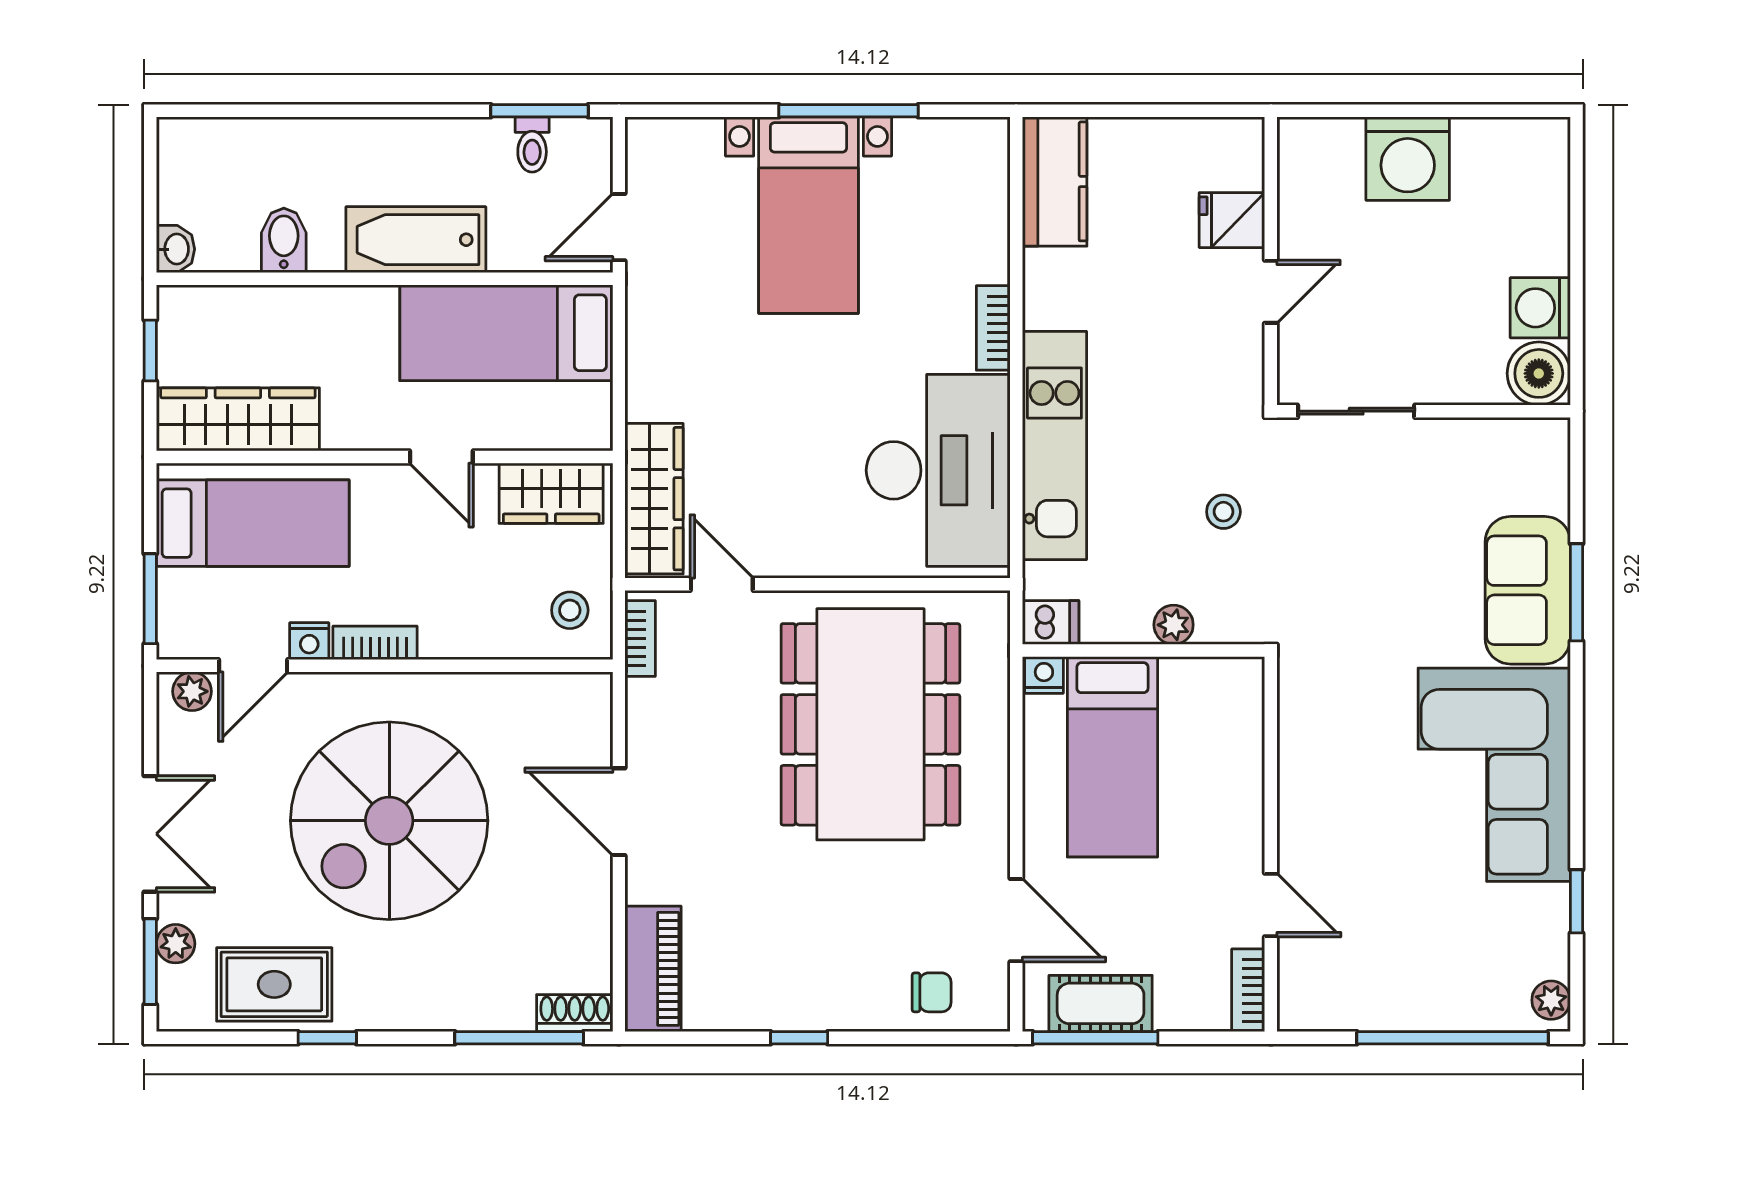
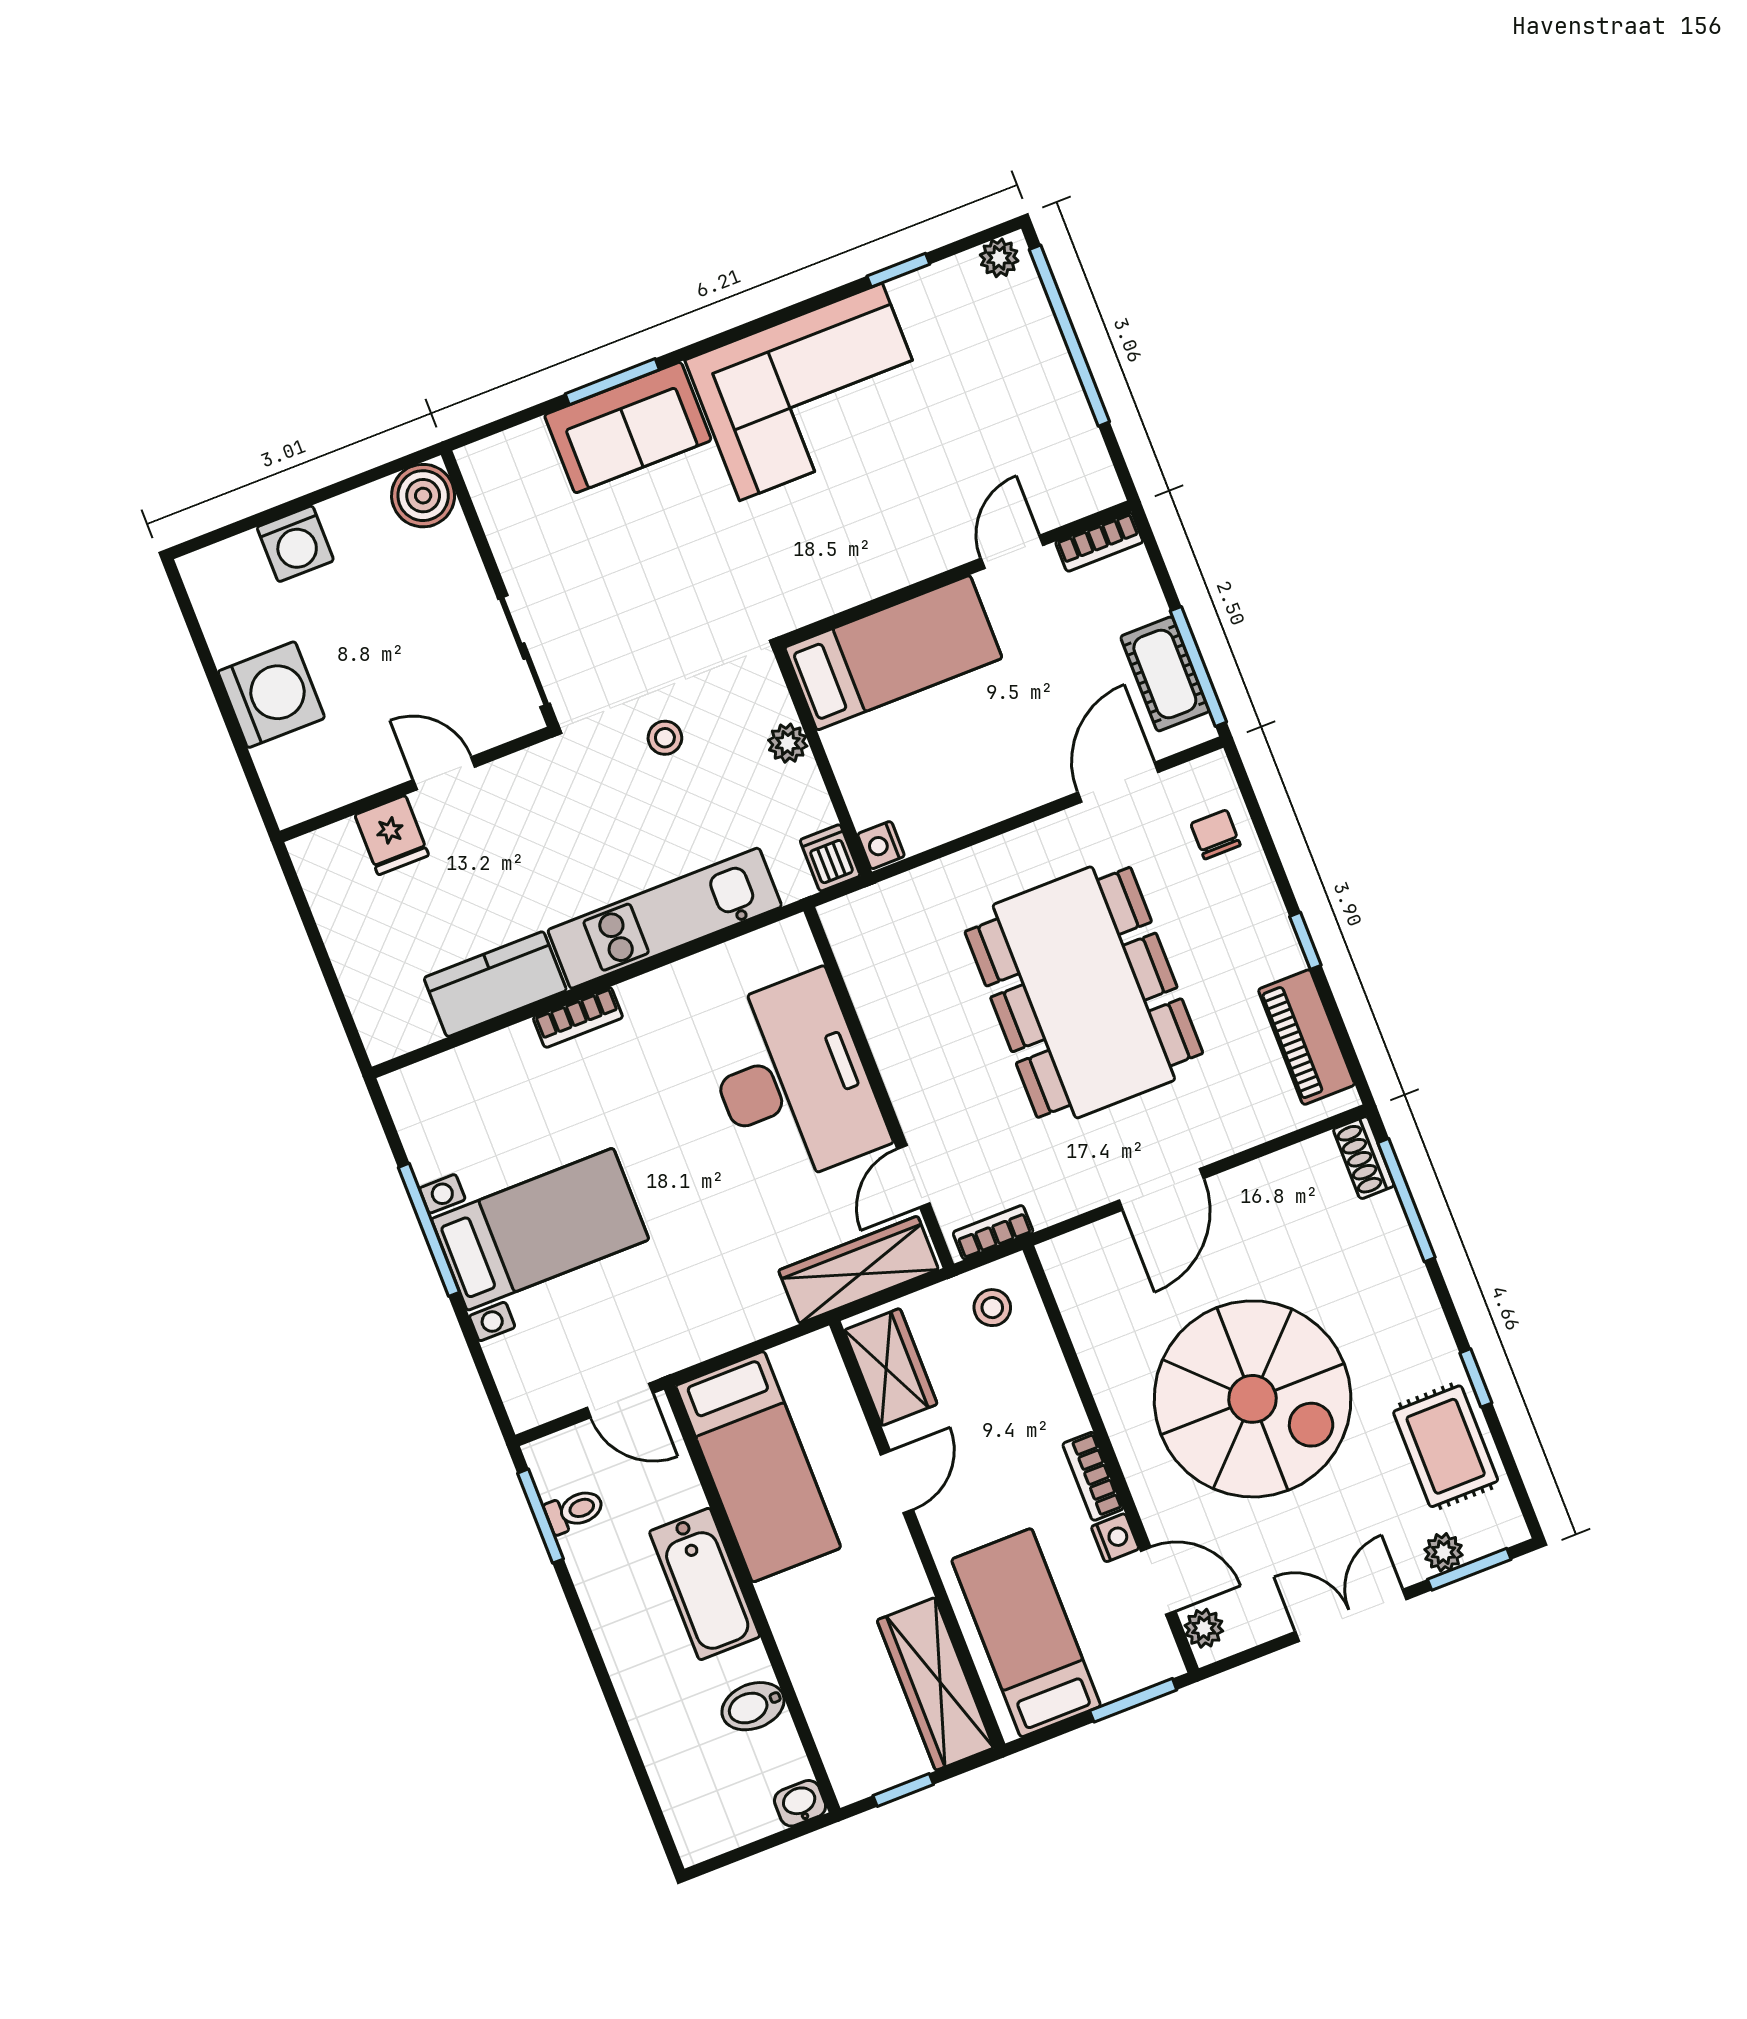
kitchen counter: (1055, 181) -> (495, 984), moved
washing machine: (1540, 308) -> (295, 544), moved
desk: (938, 470) -> (793, 1080), moved, turned 90
dining table: (870, 724) -> (1084, 992), moved, turned 90
bed: (1112, 757) -> (893, 653), moved
piano: (653, 969) -> (1306, 1037), moved, turned -90

